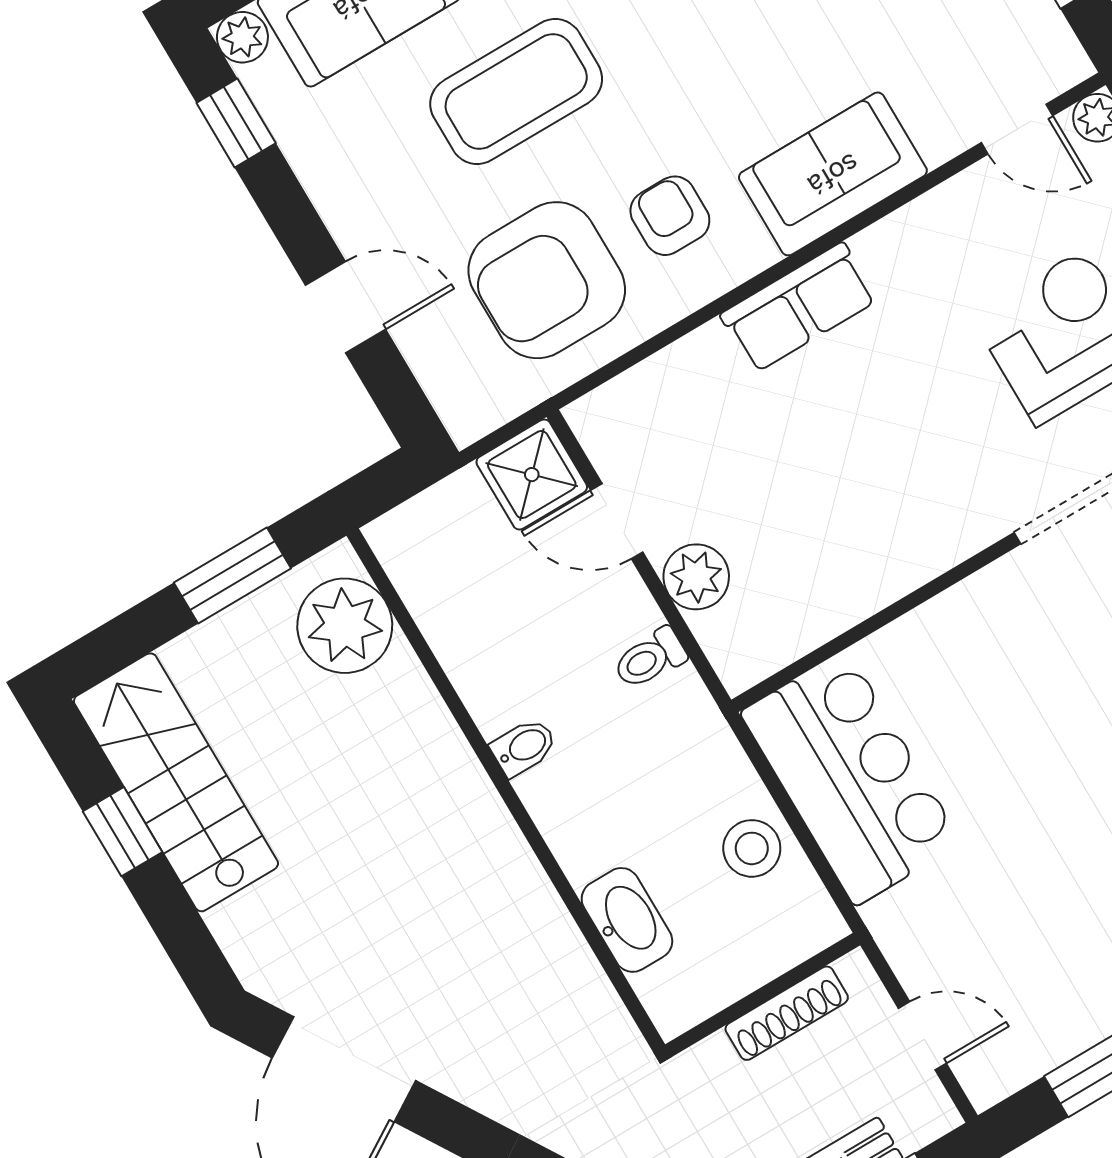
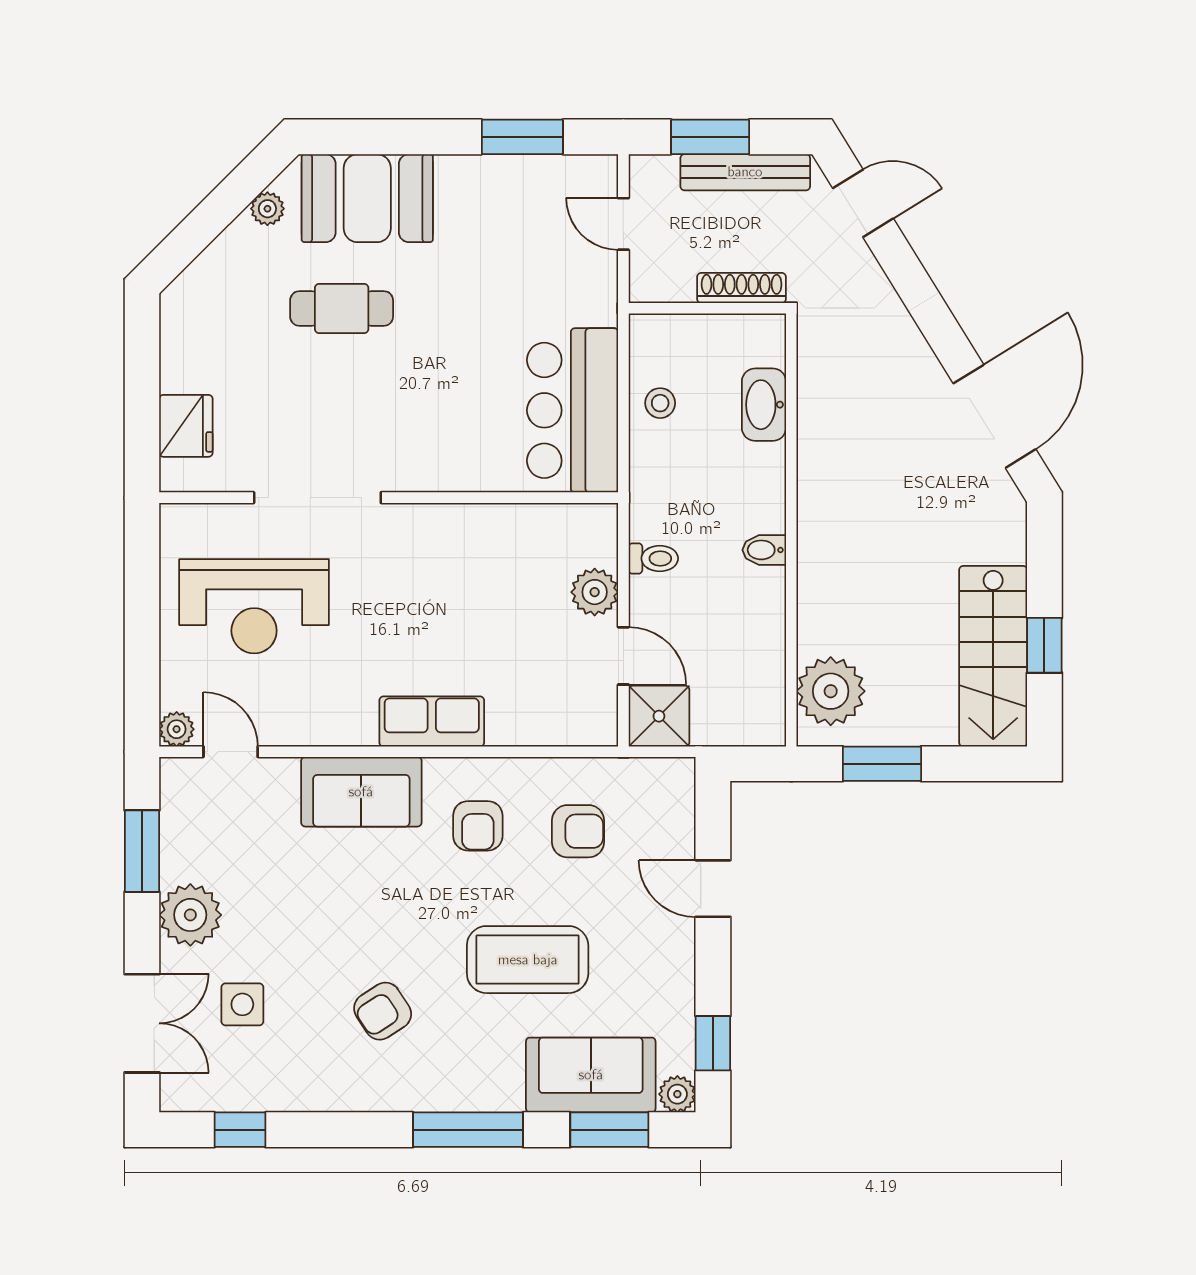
armchair: (547, 280) -> (578, 831), width x0.53, depth x0.53
stool: (752, 848) -> (660, 403), width x0.73, depth x0.73
shoe rack: (787, 1013) -> (742, 288), moved

